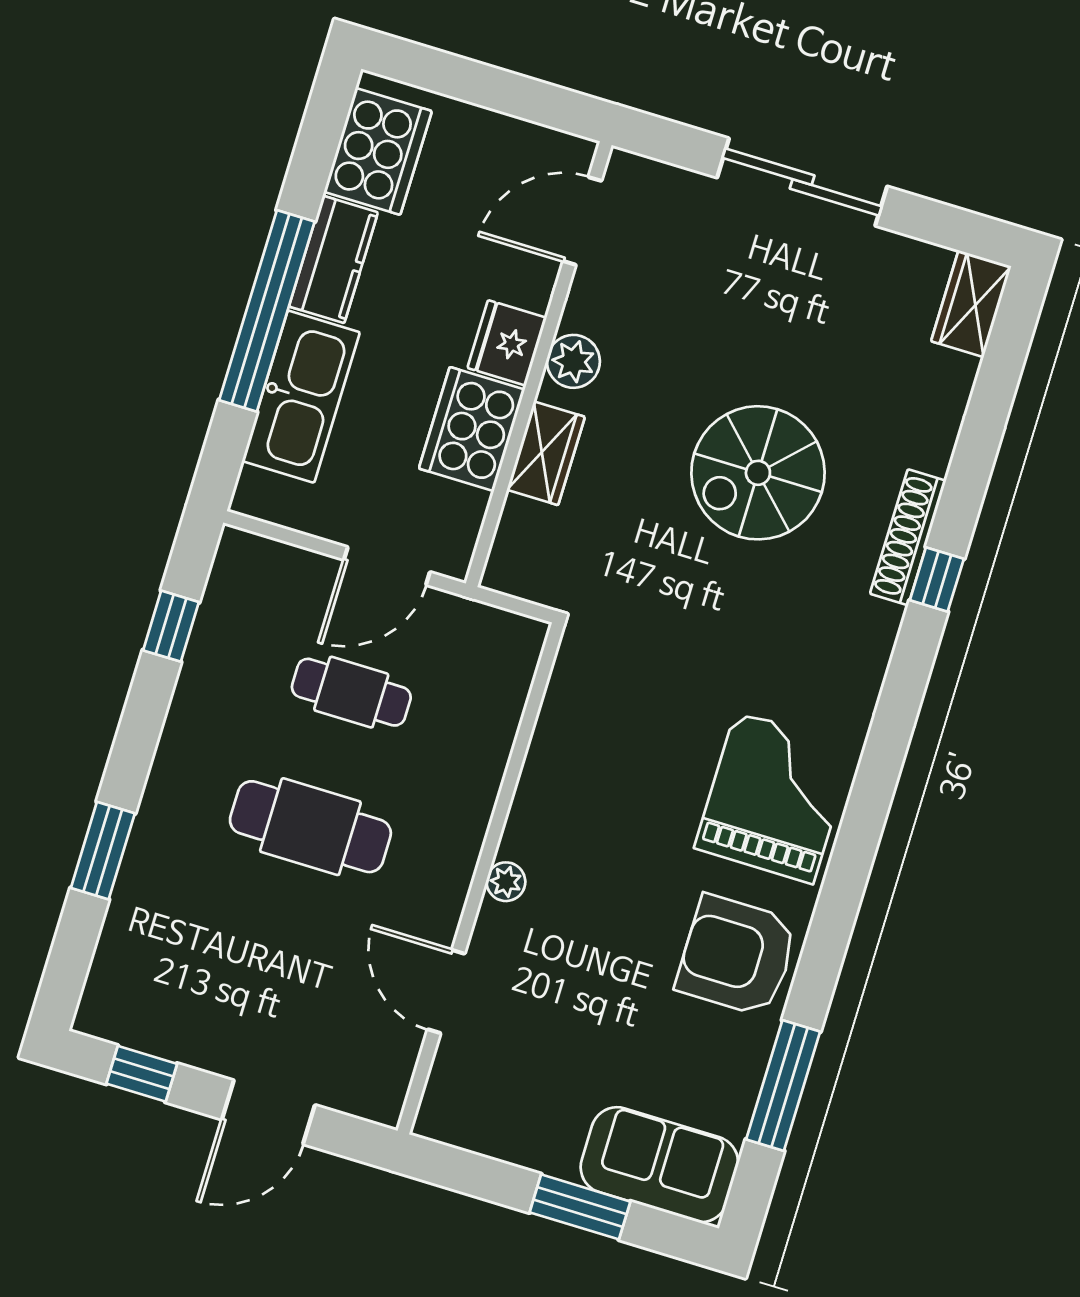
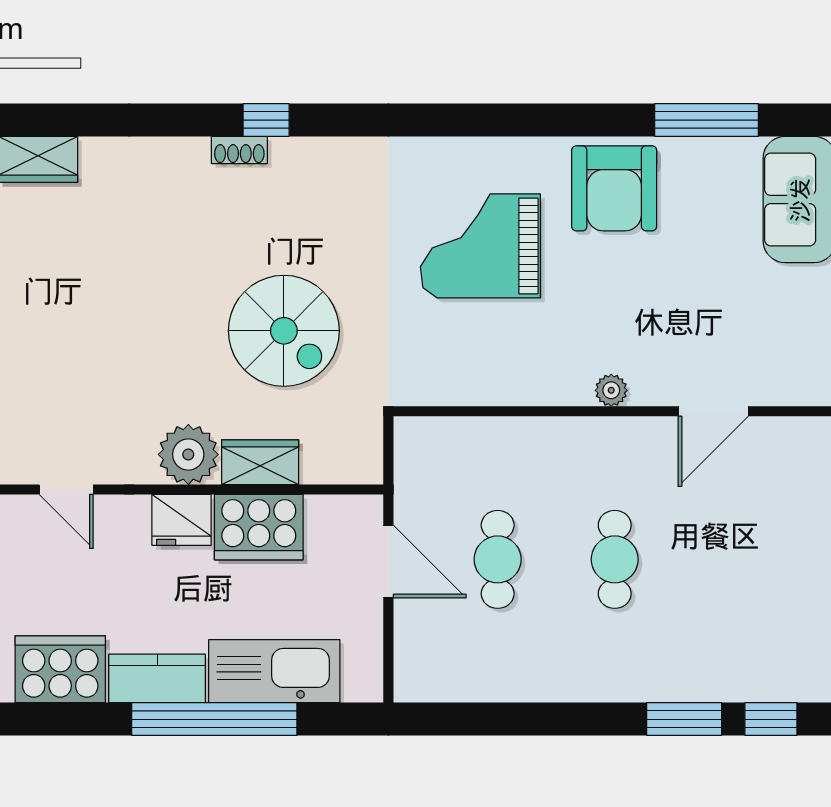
door: (582, 221) -> (66, 489), width x0.73
plant: (573, 361) -> (188, 454), width x1.36, depth x1.36
spiral stairs: (758, 473) -> (284, 331), moved
shoe rack: (908, 537) -> (239, 150), width x0.51, depth x0.81
window: (171, 626) -> (771, 719), moved
grand piano: (774, 797) -> (480, 246), moved
cafe table: (310, 827) -> (615, 559), width x0.73, depth x0.74

